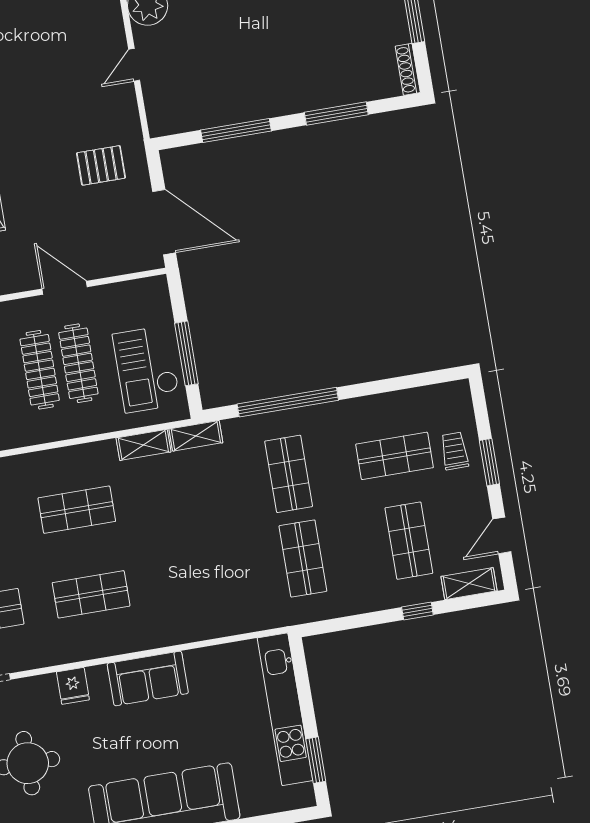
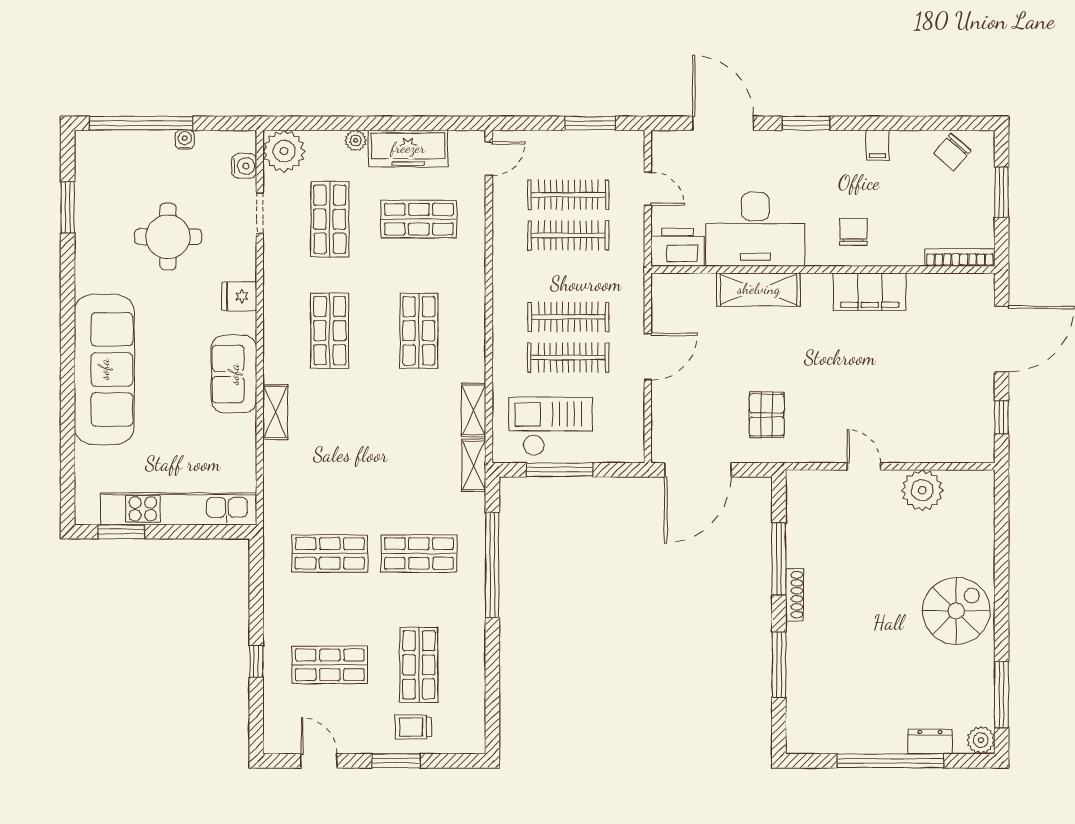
shoe rack: (408, 69) -> (795, 595), moved, turned 90
trolley: (454, 451) -> (414, 727), turned 180
shelving: (469, 584) -> (275, 412), moved

